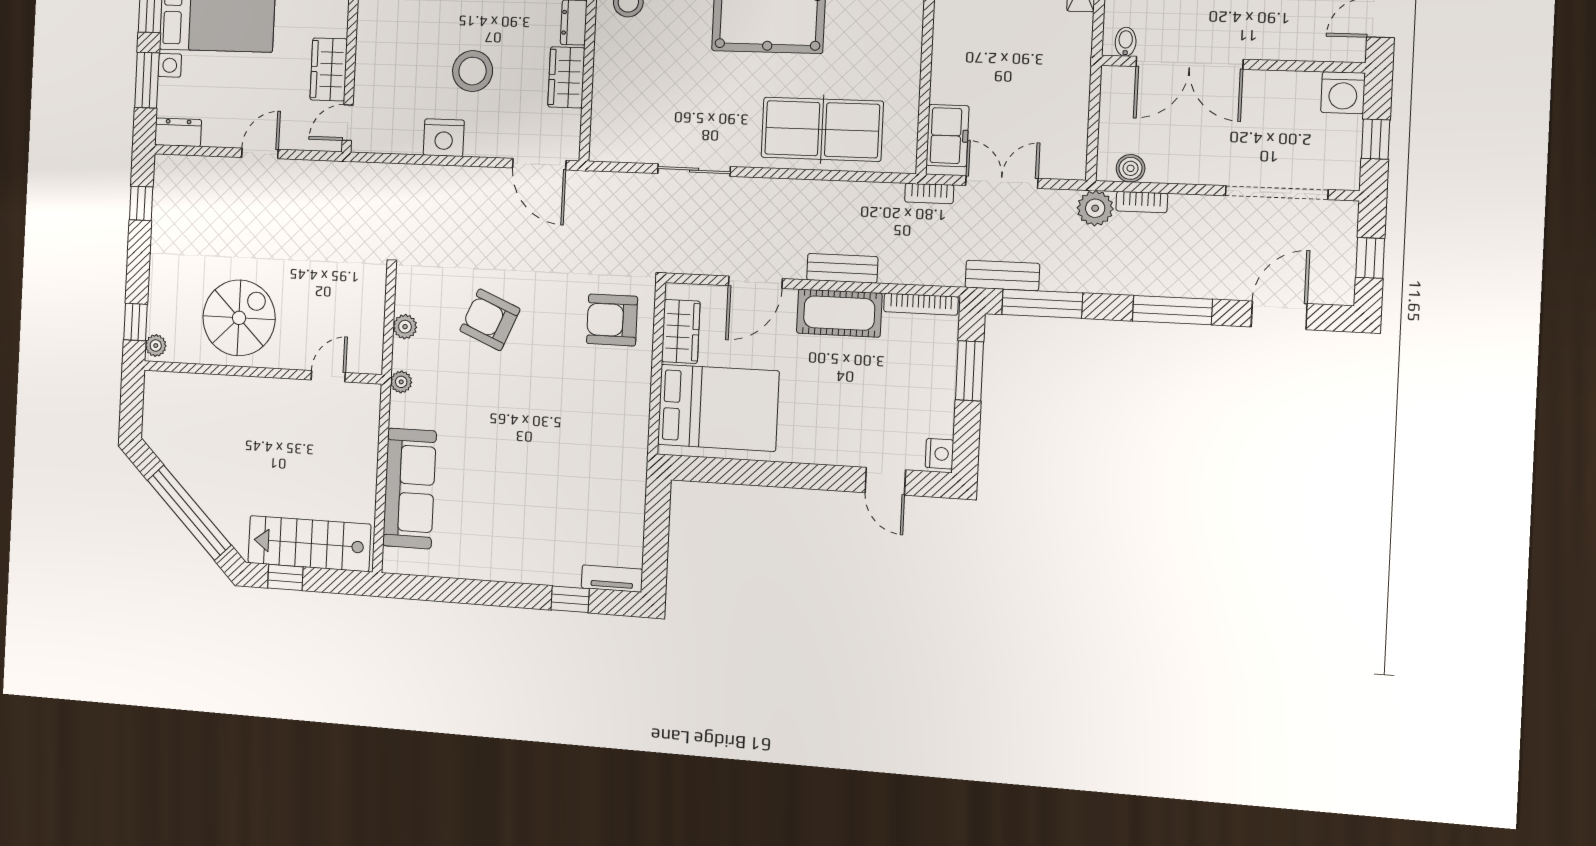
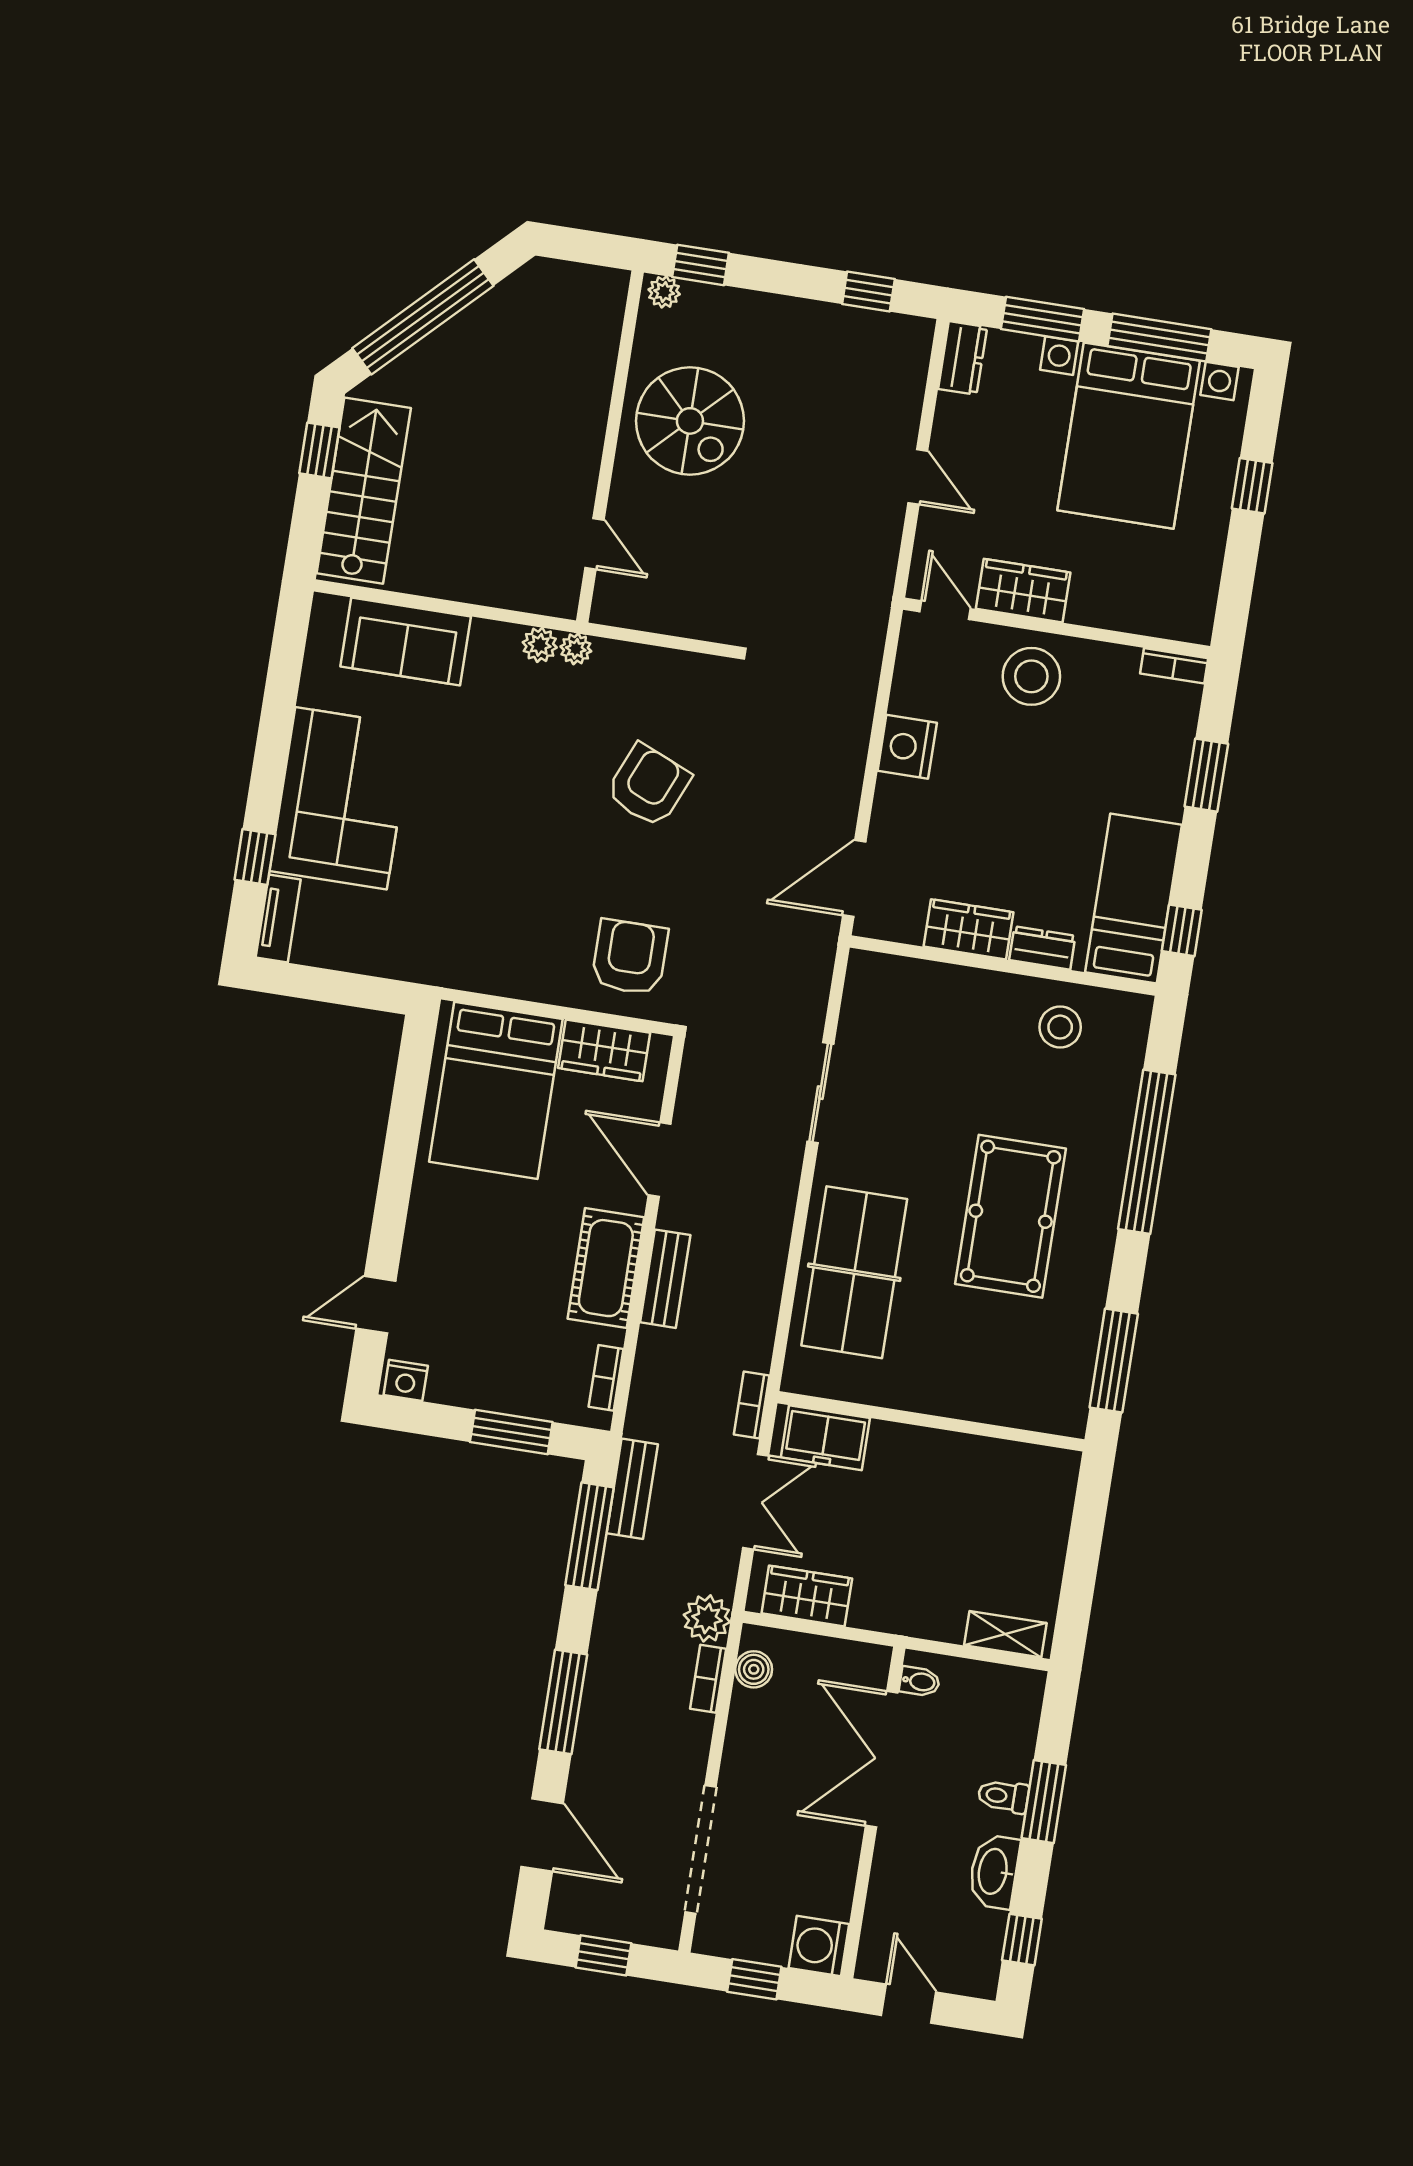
stool: (473, 71) -> (1031, 676), moved
wardrobe: (1069, 135) -> (807, 1596), added
bookcase: (921, 304) -> (606, 1378), width x0.64
plant: (405, 327) -> (540, 645), moved
sofa: (409, 488) -> (406, 641), width x0.73
corner sofa: (522, 540) -> (341, 798), added

